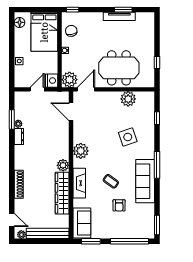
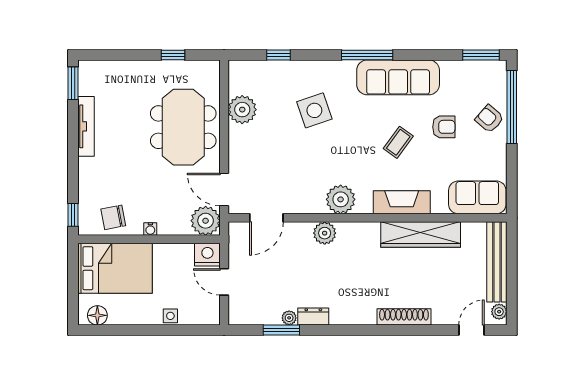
window: (123, 10) -> (73, 83), moved
plant: (63, 165) -> (325, 233), moved
armchair: (123, 229) -> (489, 119), added
window: (91, 241) -> (512, 180), removed

